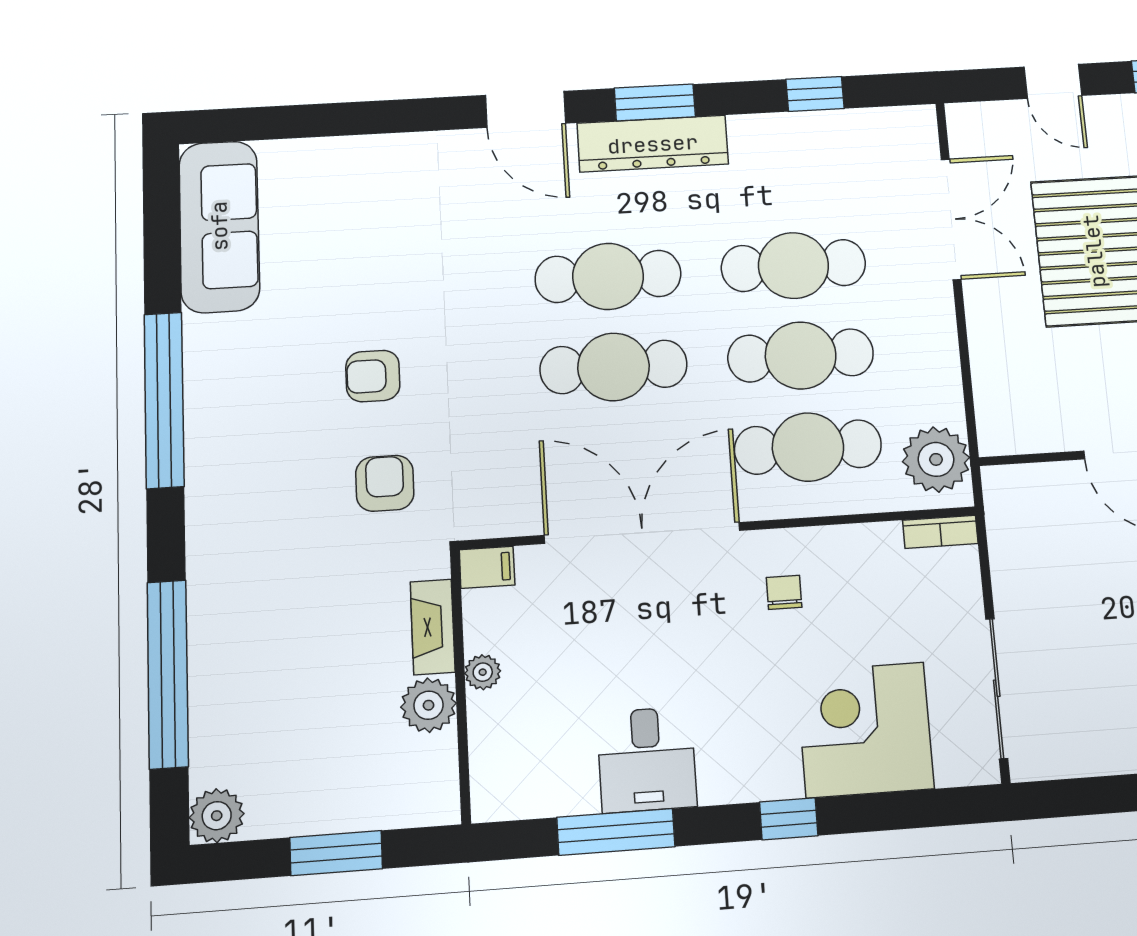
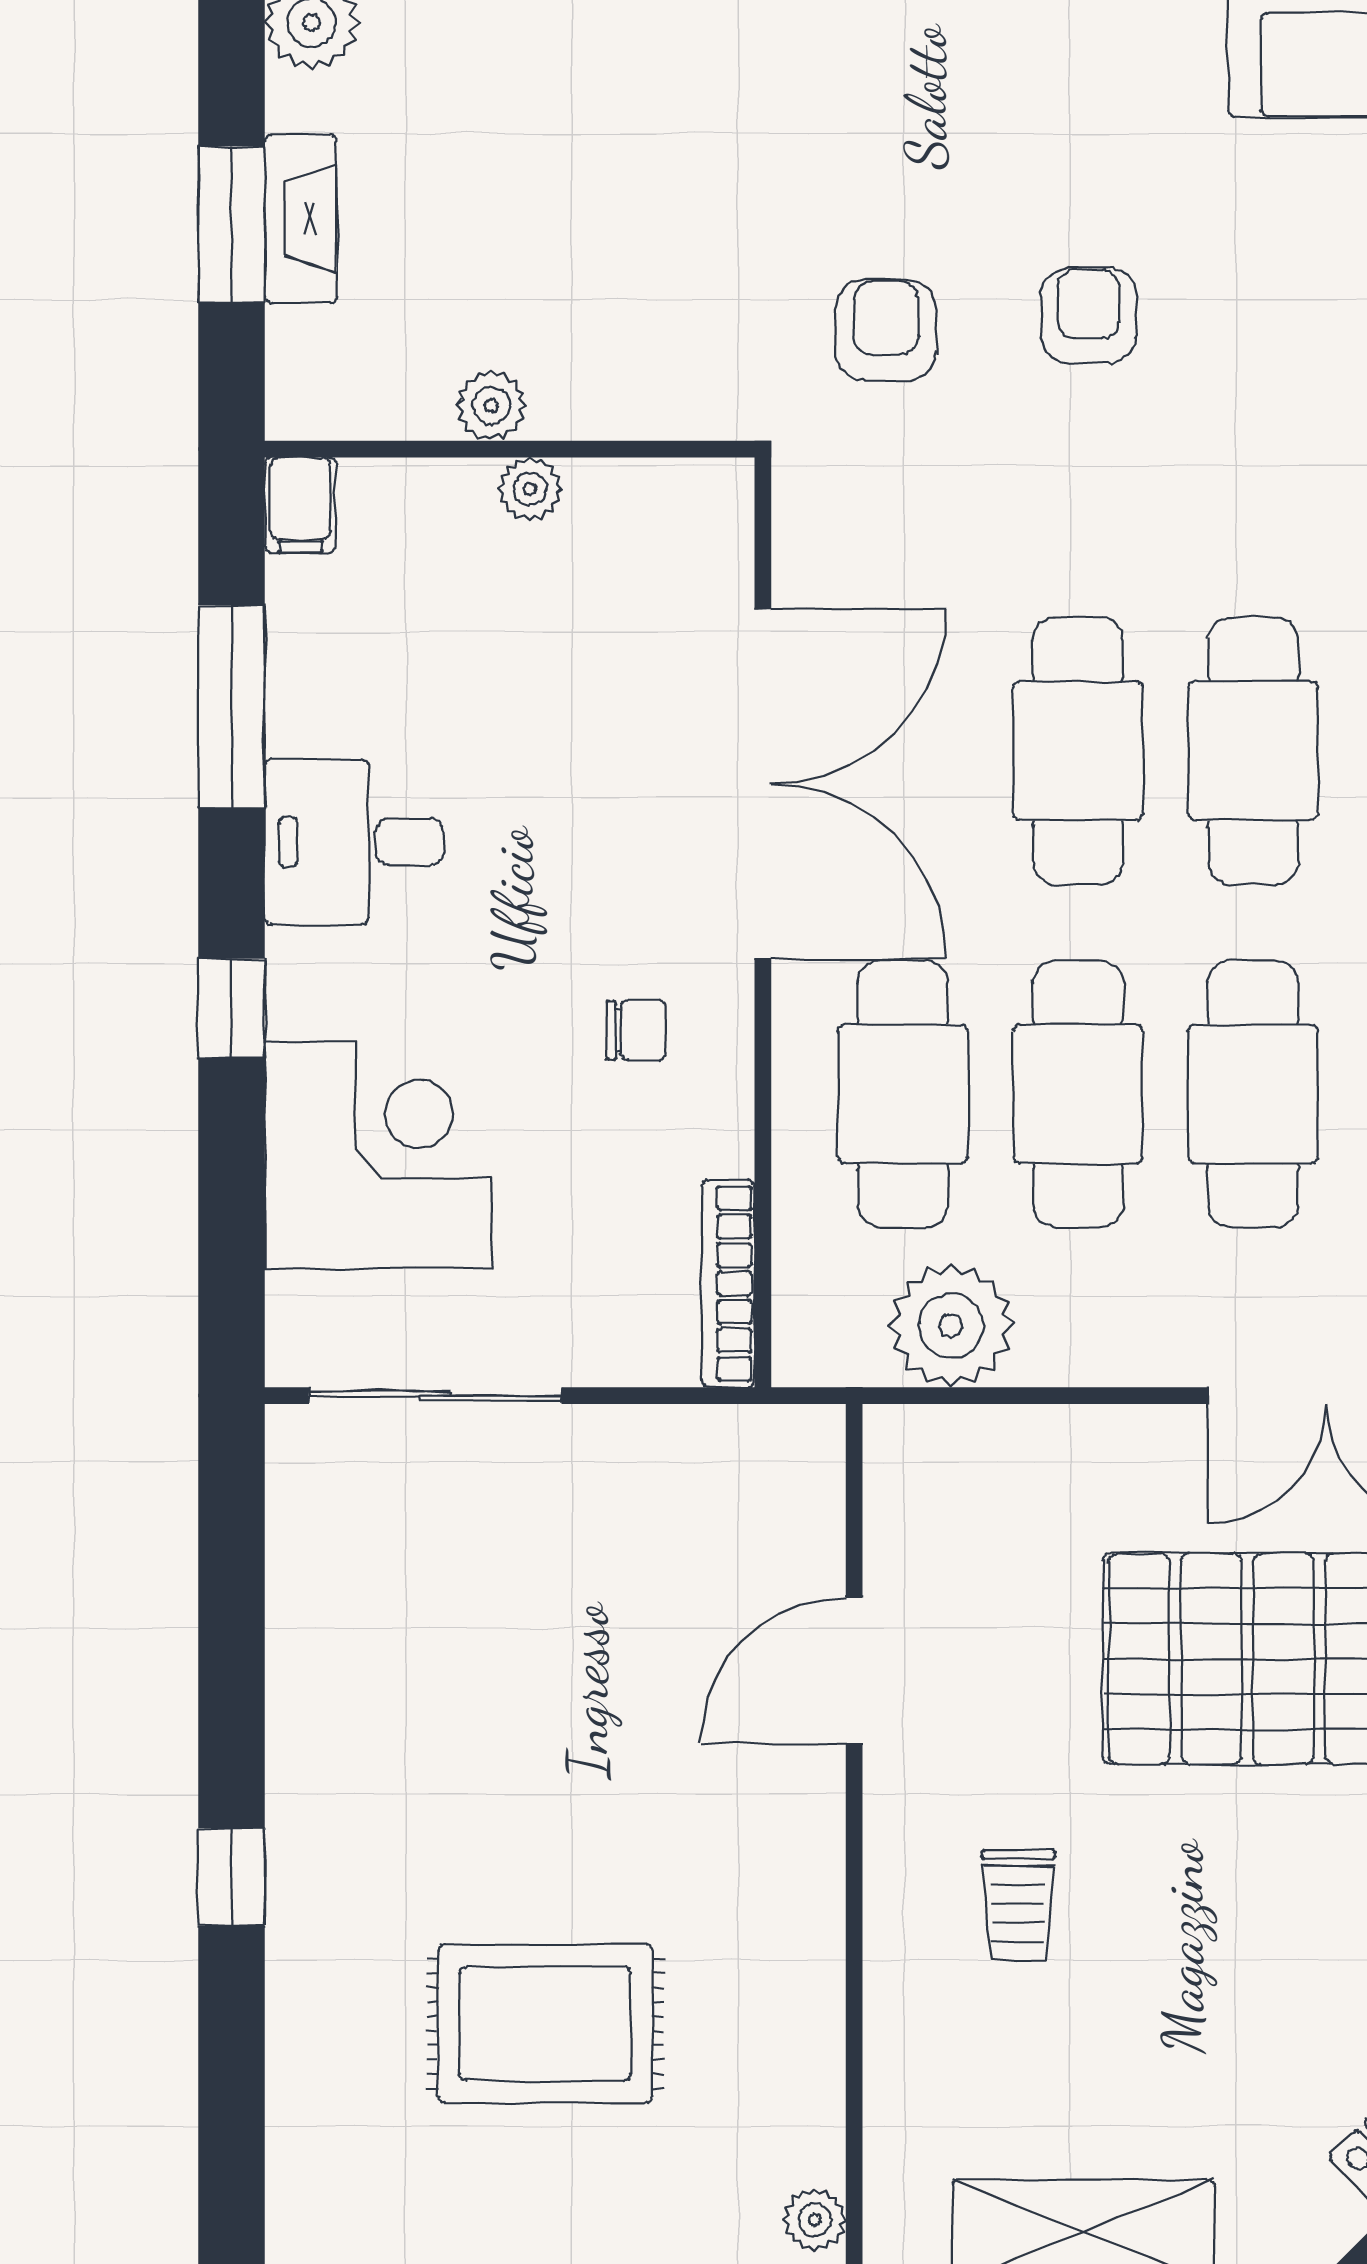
plant: (936, 459) -> (951, 1325), moved
armchair: (385, 483) -> (886, 330), turned -90
bookcase: (940, 532) -> (728, 1283), width x1.56
filing cabinet: (487, 567) -> (300, 505), moved
fireplace: (433, 627) -> (301, 219), moved, turned 90
plant: (429, 705) -> (491, 405), width x0.73, depth x0.73
desk: (647, 759) -> (354, 842), moved

